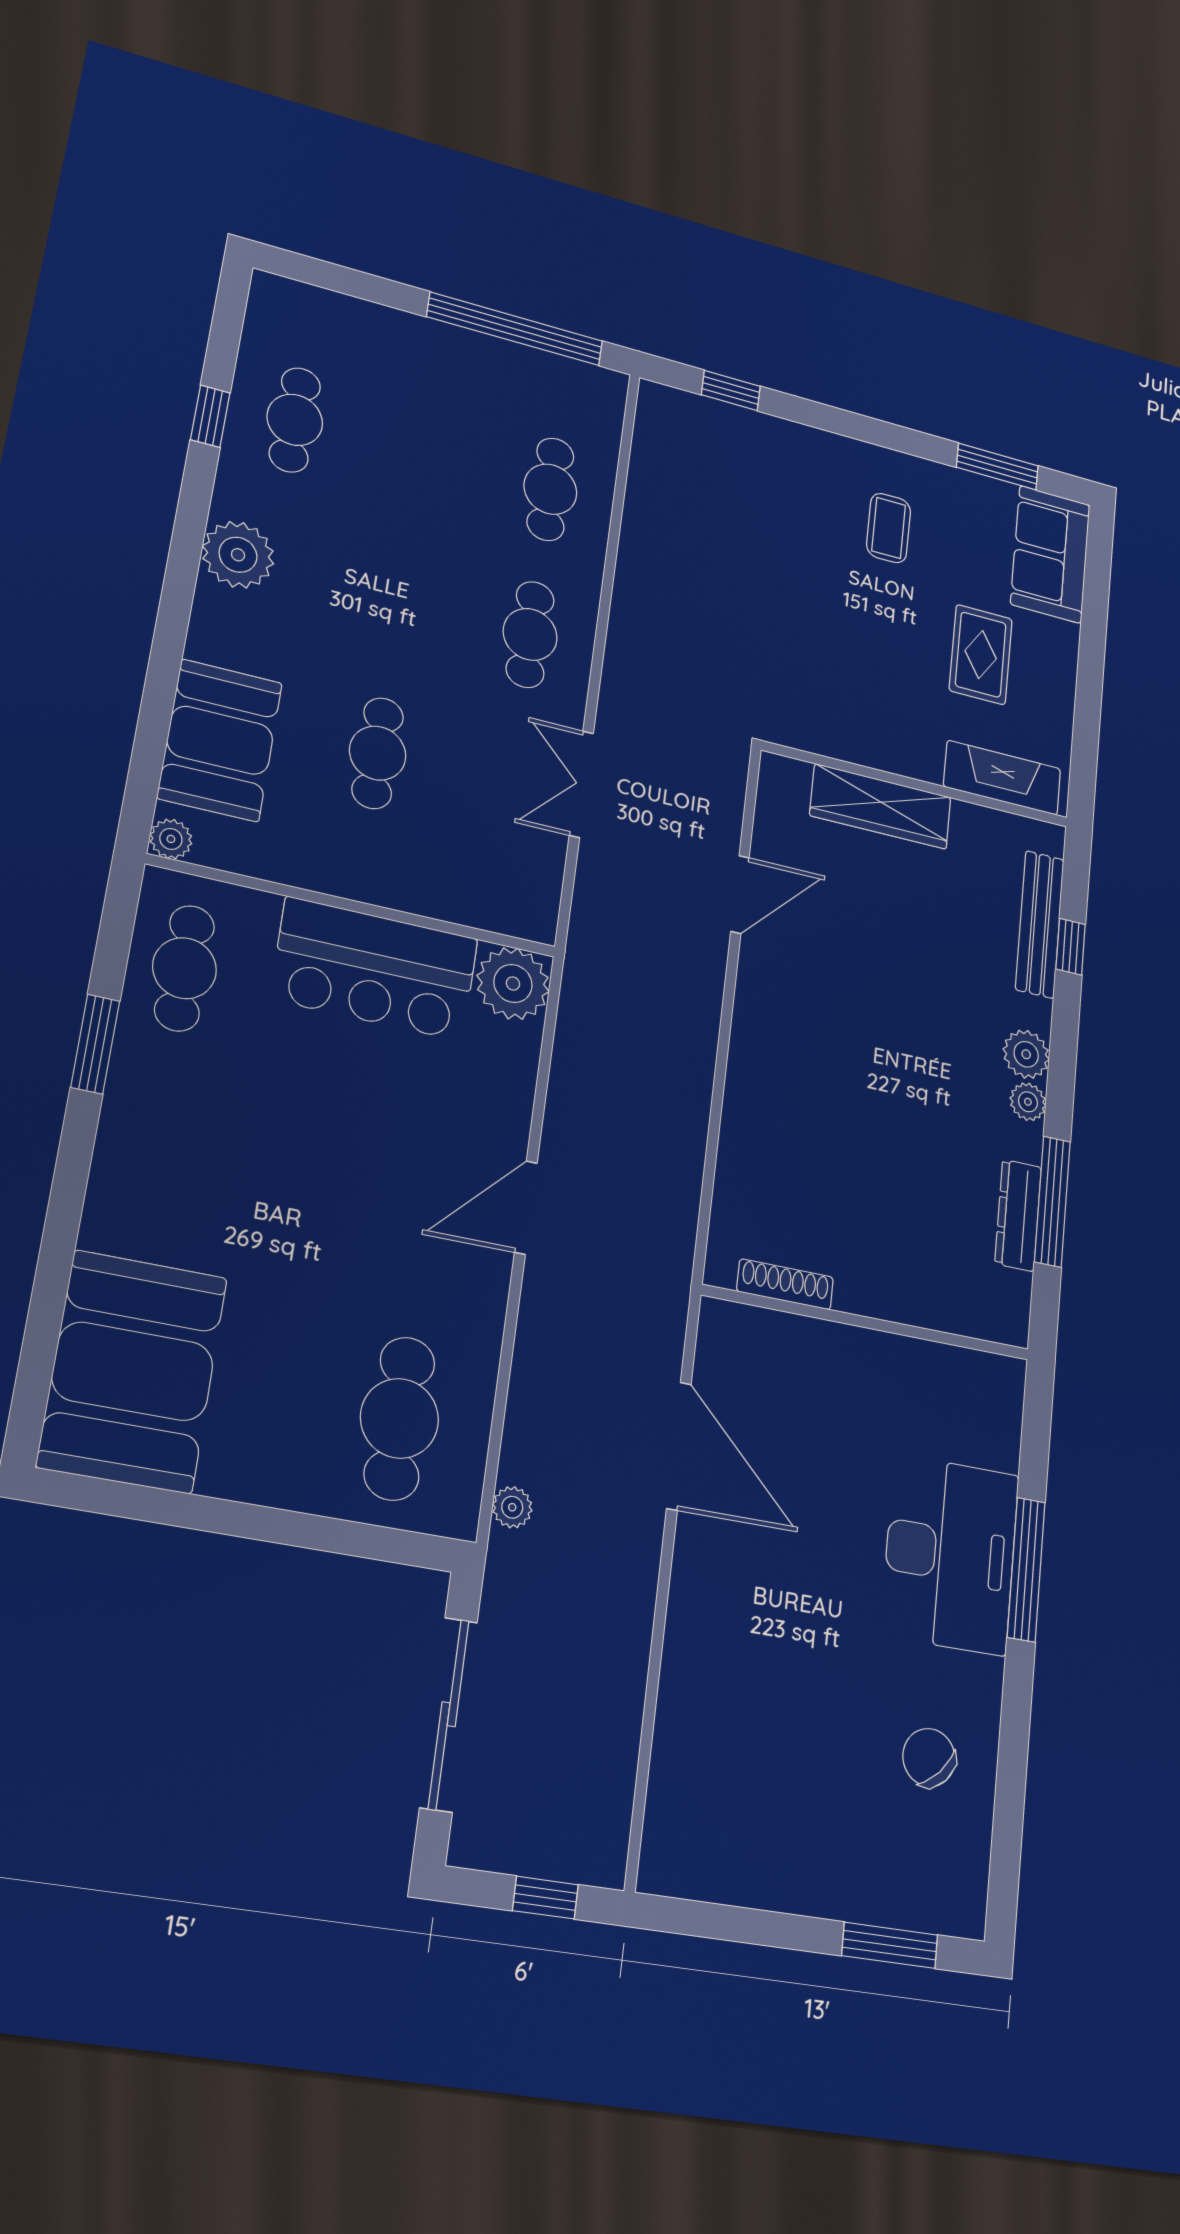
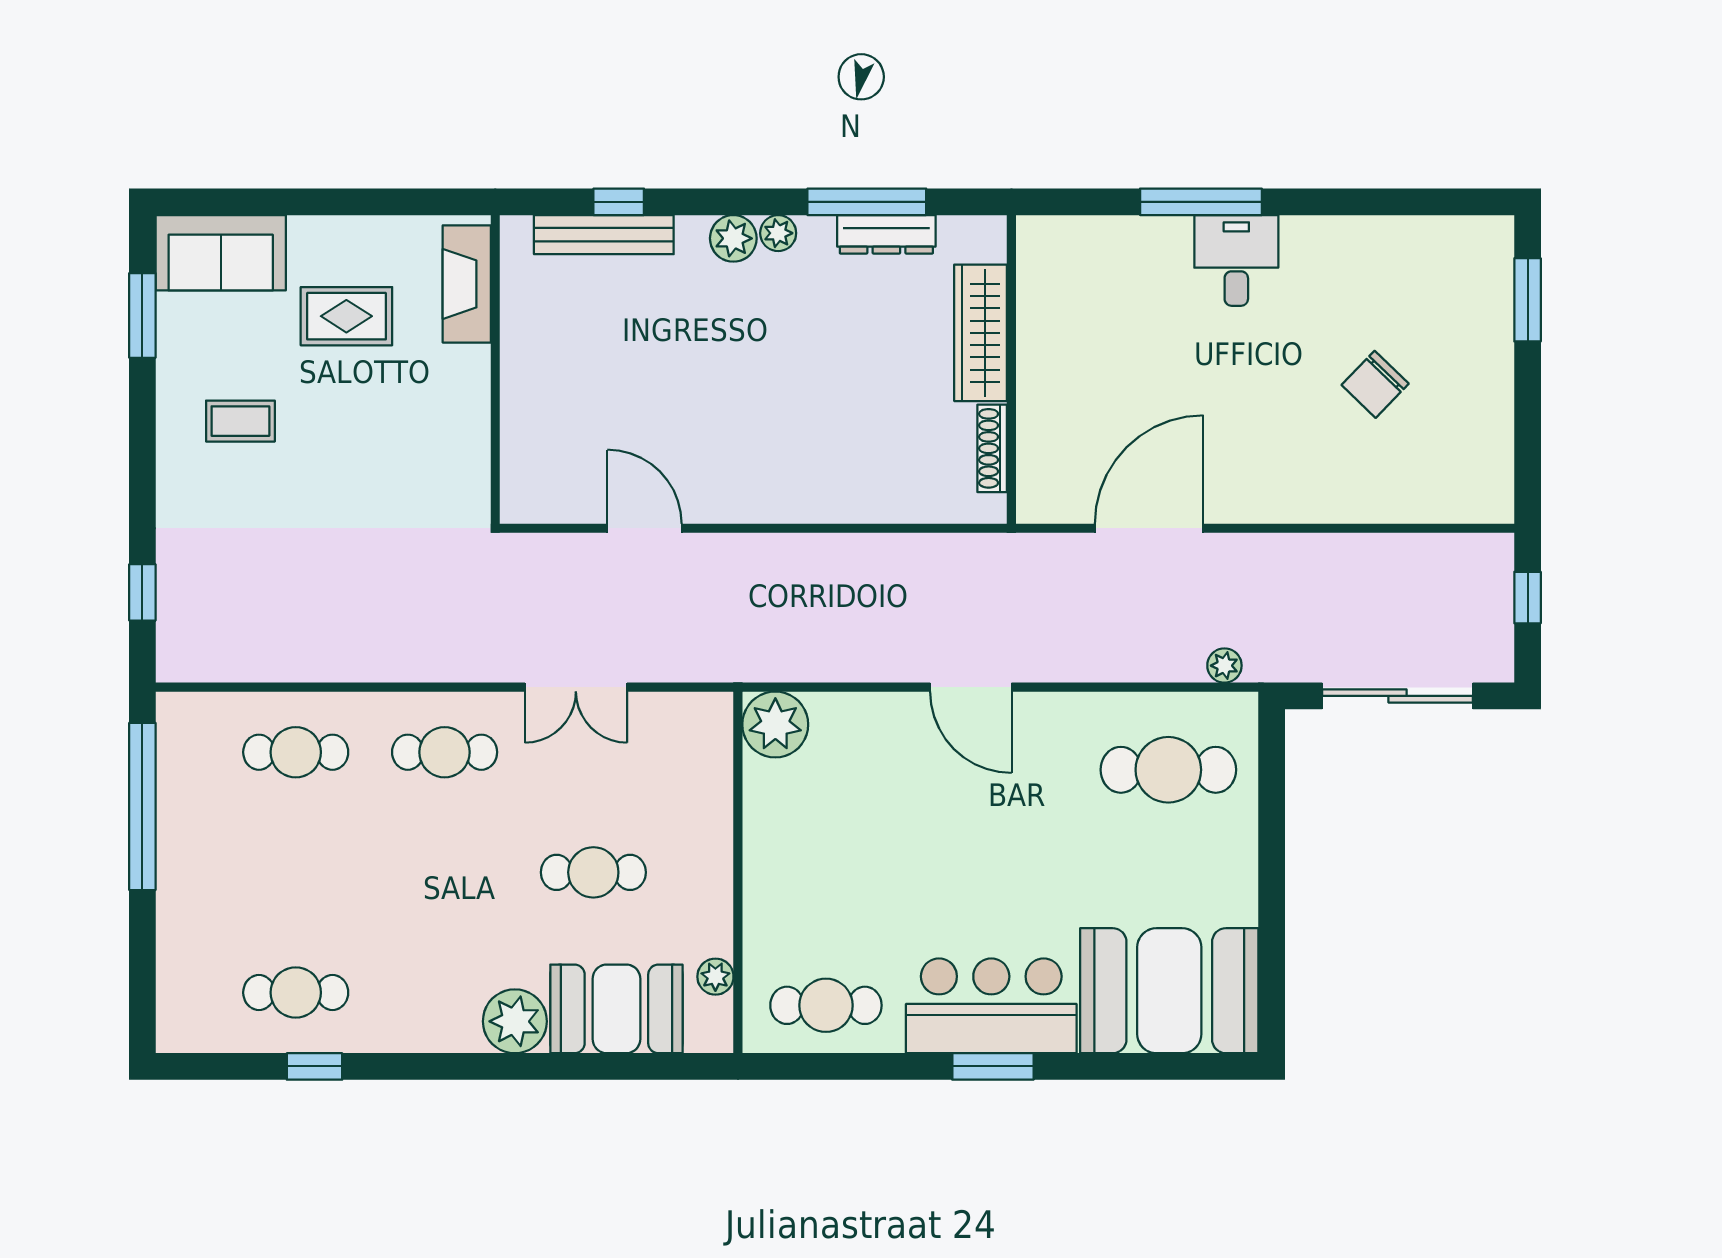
plant: (238, 555) -> (515, 1021), moved
wardrobe: (881, 806) -> (981, 333), moved, turned 180
plant: (171, 839) -> (715, 977), moved
bar counter: (375, 969) -> (991, 1006), moved, turned -90
window: (95, 1044) -> (993, 1066), moved
desk: (950, 1555) -> (1236, 260), width x0.53, depth x0.77
chair: (929, 1758) -> (1375, 384), moved

